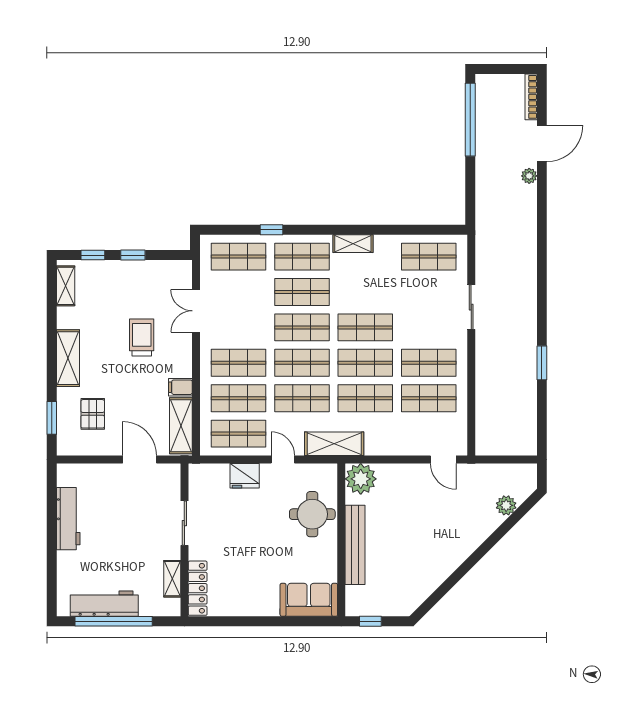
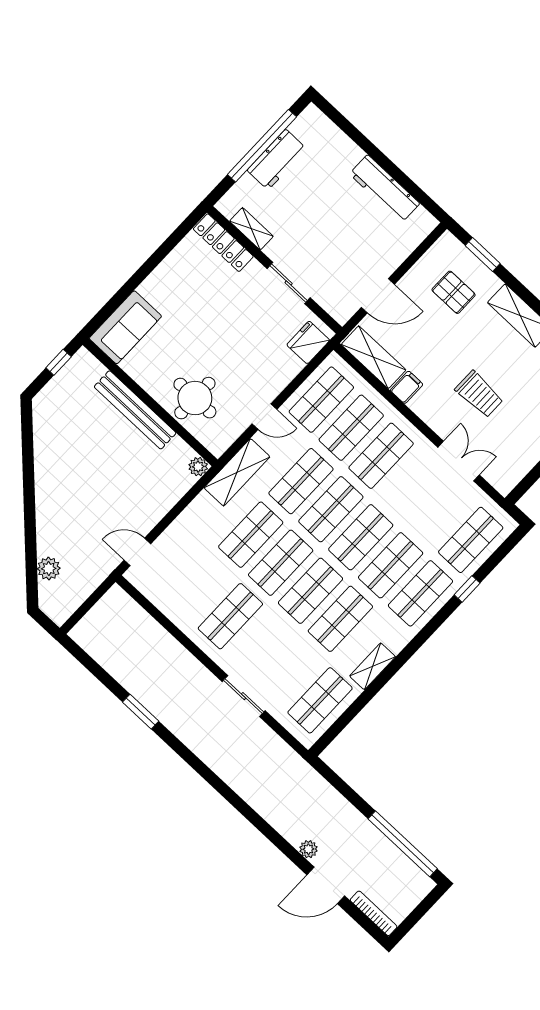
door: (542, 144) -> (326, 885), hinge flipped
shelving: (353, 244) -> (373, 666), moved
shop shelf: (429, 398) -> (340, 619), moved
fridge: (245, 476) -> (308, 342), moved
plant: (361, 479) -> (198, 467), width x0.53, depth x0.53
workbench: (104, 604) -> (277, 160), width x0.73

